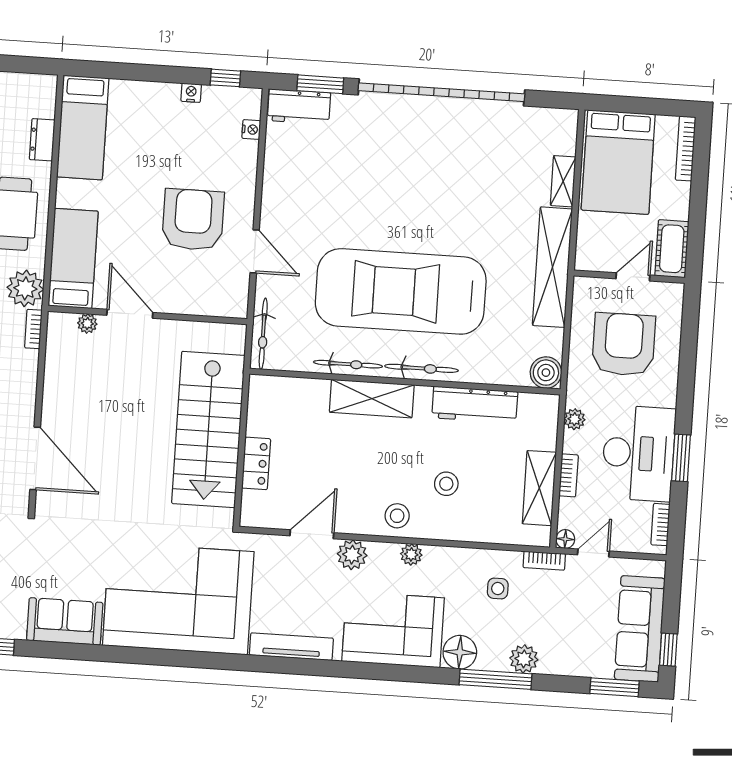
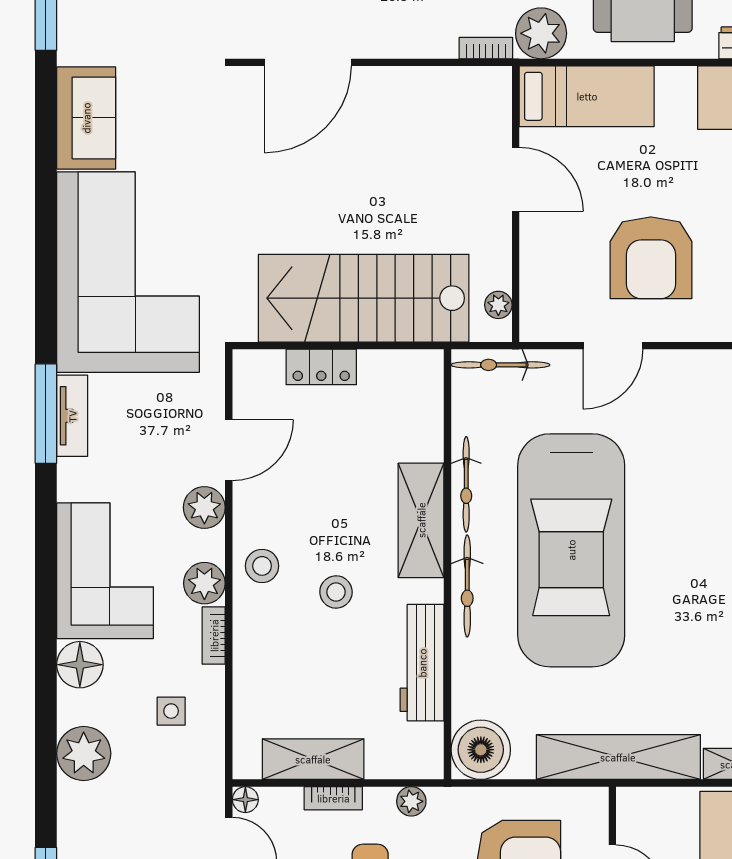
armchair: (193, 220) -> (651, 258), turned 90
car: (401, 291) -> (571, 550), turned 180
door: (130, 314) -> (516, 179), hinge flipped
plant: (87, 324) -> (498, 305), moved
boiler: (546, 373) -> (481, 750), width x1.37, depth x1.37
stool: (446, 484) -> (336, 592), moved
door: (312, 534) -> (229, 450), hinge flipped
plant: (411, 554) -> (204, 583), width x1.38, depth x1.38
bookcase: (544, 561) -> (214, 636), moved
tv unit: (291, 647) -> (72, 416), width x0.71
plant: (524, 659) -> (84, 753), width x1.36, depth x1.36
window: (496, 679) -> (46, 414), moved

